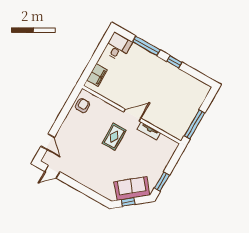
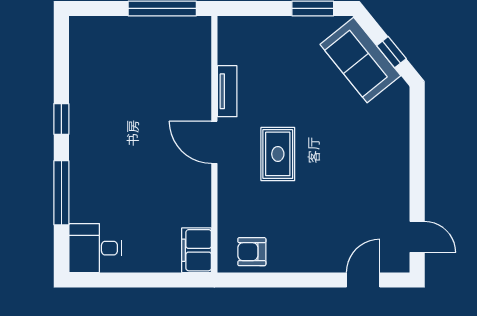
filing cabinet: (97, 75) -> (197, 250), moved, turned -90
rug: (114, 137) -> (278, 154), turned 90

